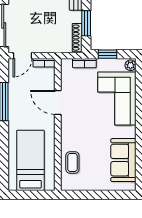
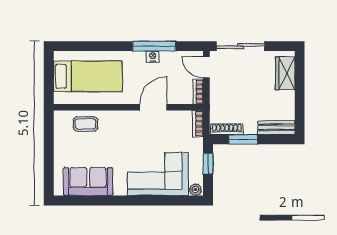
bookcase: (84, 63) -> (198, 124), moved
nightstand: (13, 103) -> (153, 57), added

